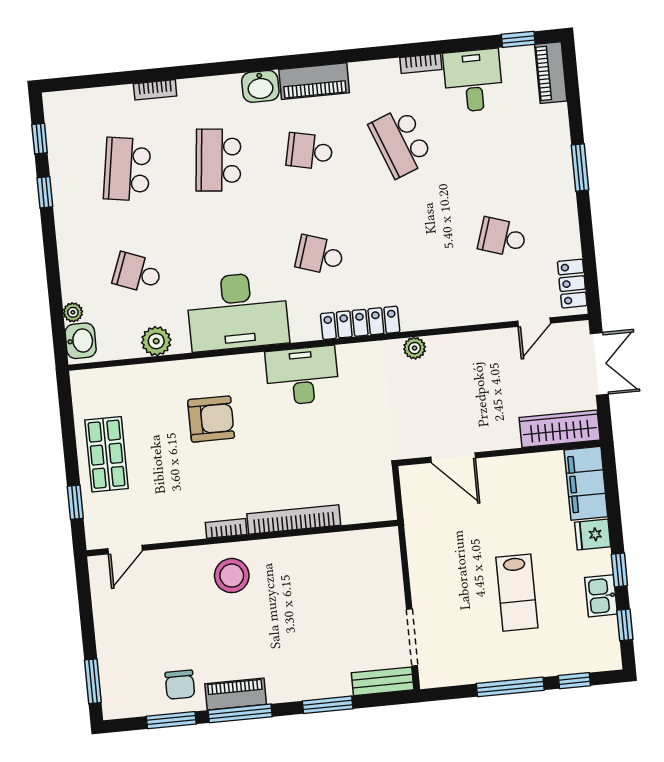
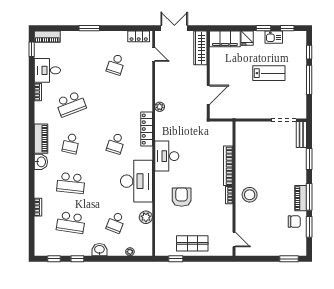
washbasin: (81, 341) -> (99, 250), moved
window: (75, 502) -> (176, 259), moved

